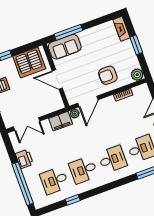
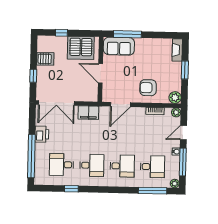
plant: (75, 114) -> (176, 112), moved
double door: (27, 124) -> (56, 103), width x1.37
desk: (83, 170) -> (92, 165), turned 180

